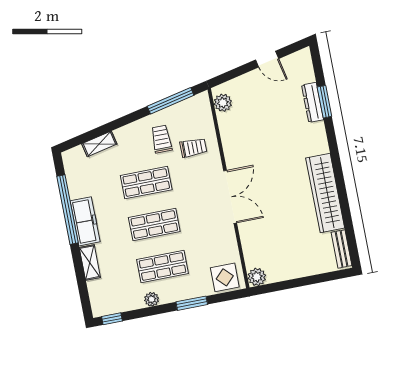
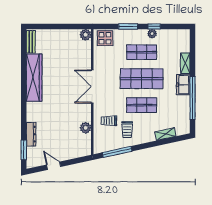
window: (324, 102) -> (24, 150), moved
plant: (223, 103) -> (86, 128), moved
freezer: (85, 221) -> (183, 85), width x0.71
shop shelf: (154, 225) -> (142, 79), width x1.43, depth x1.36
window: (112, 319) -> (154, 26), moved

